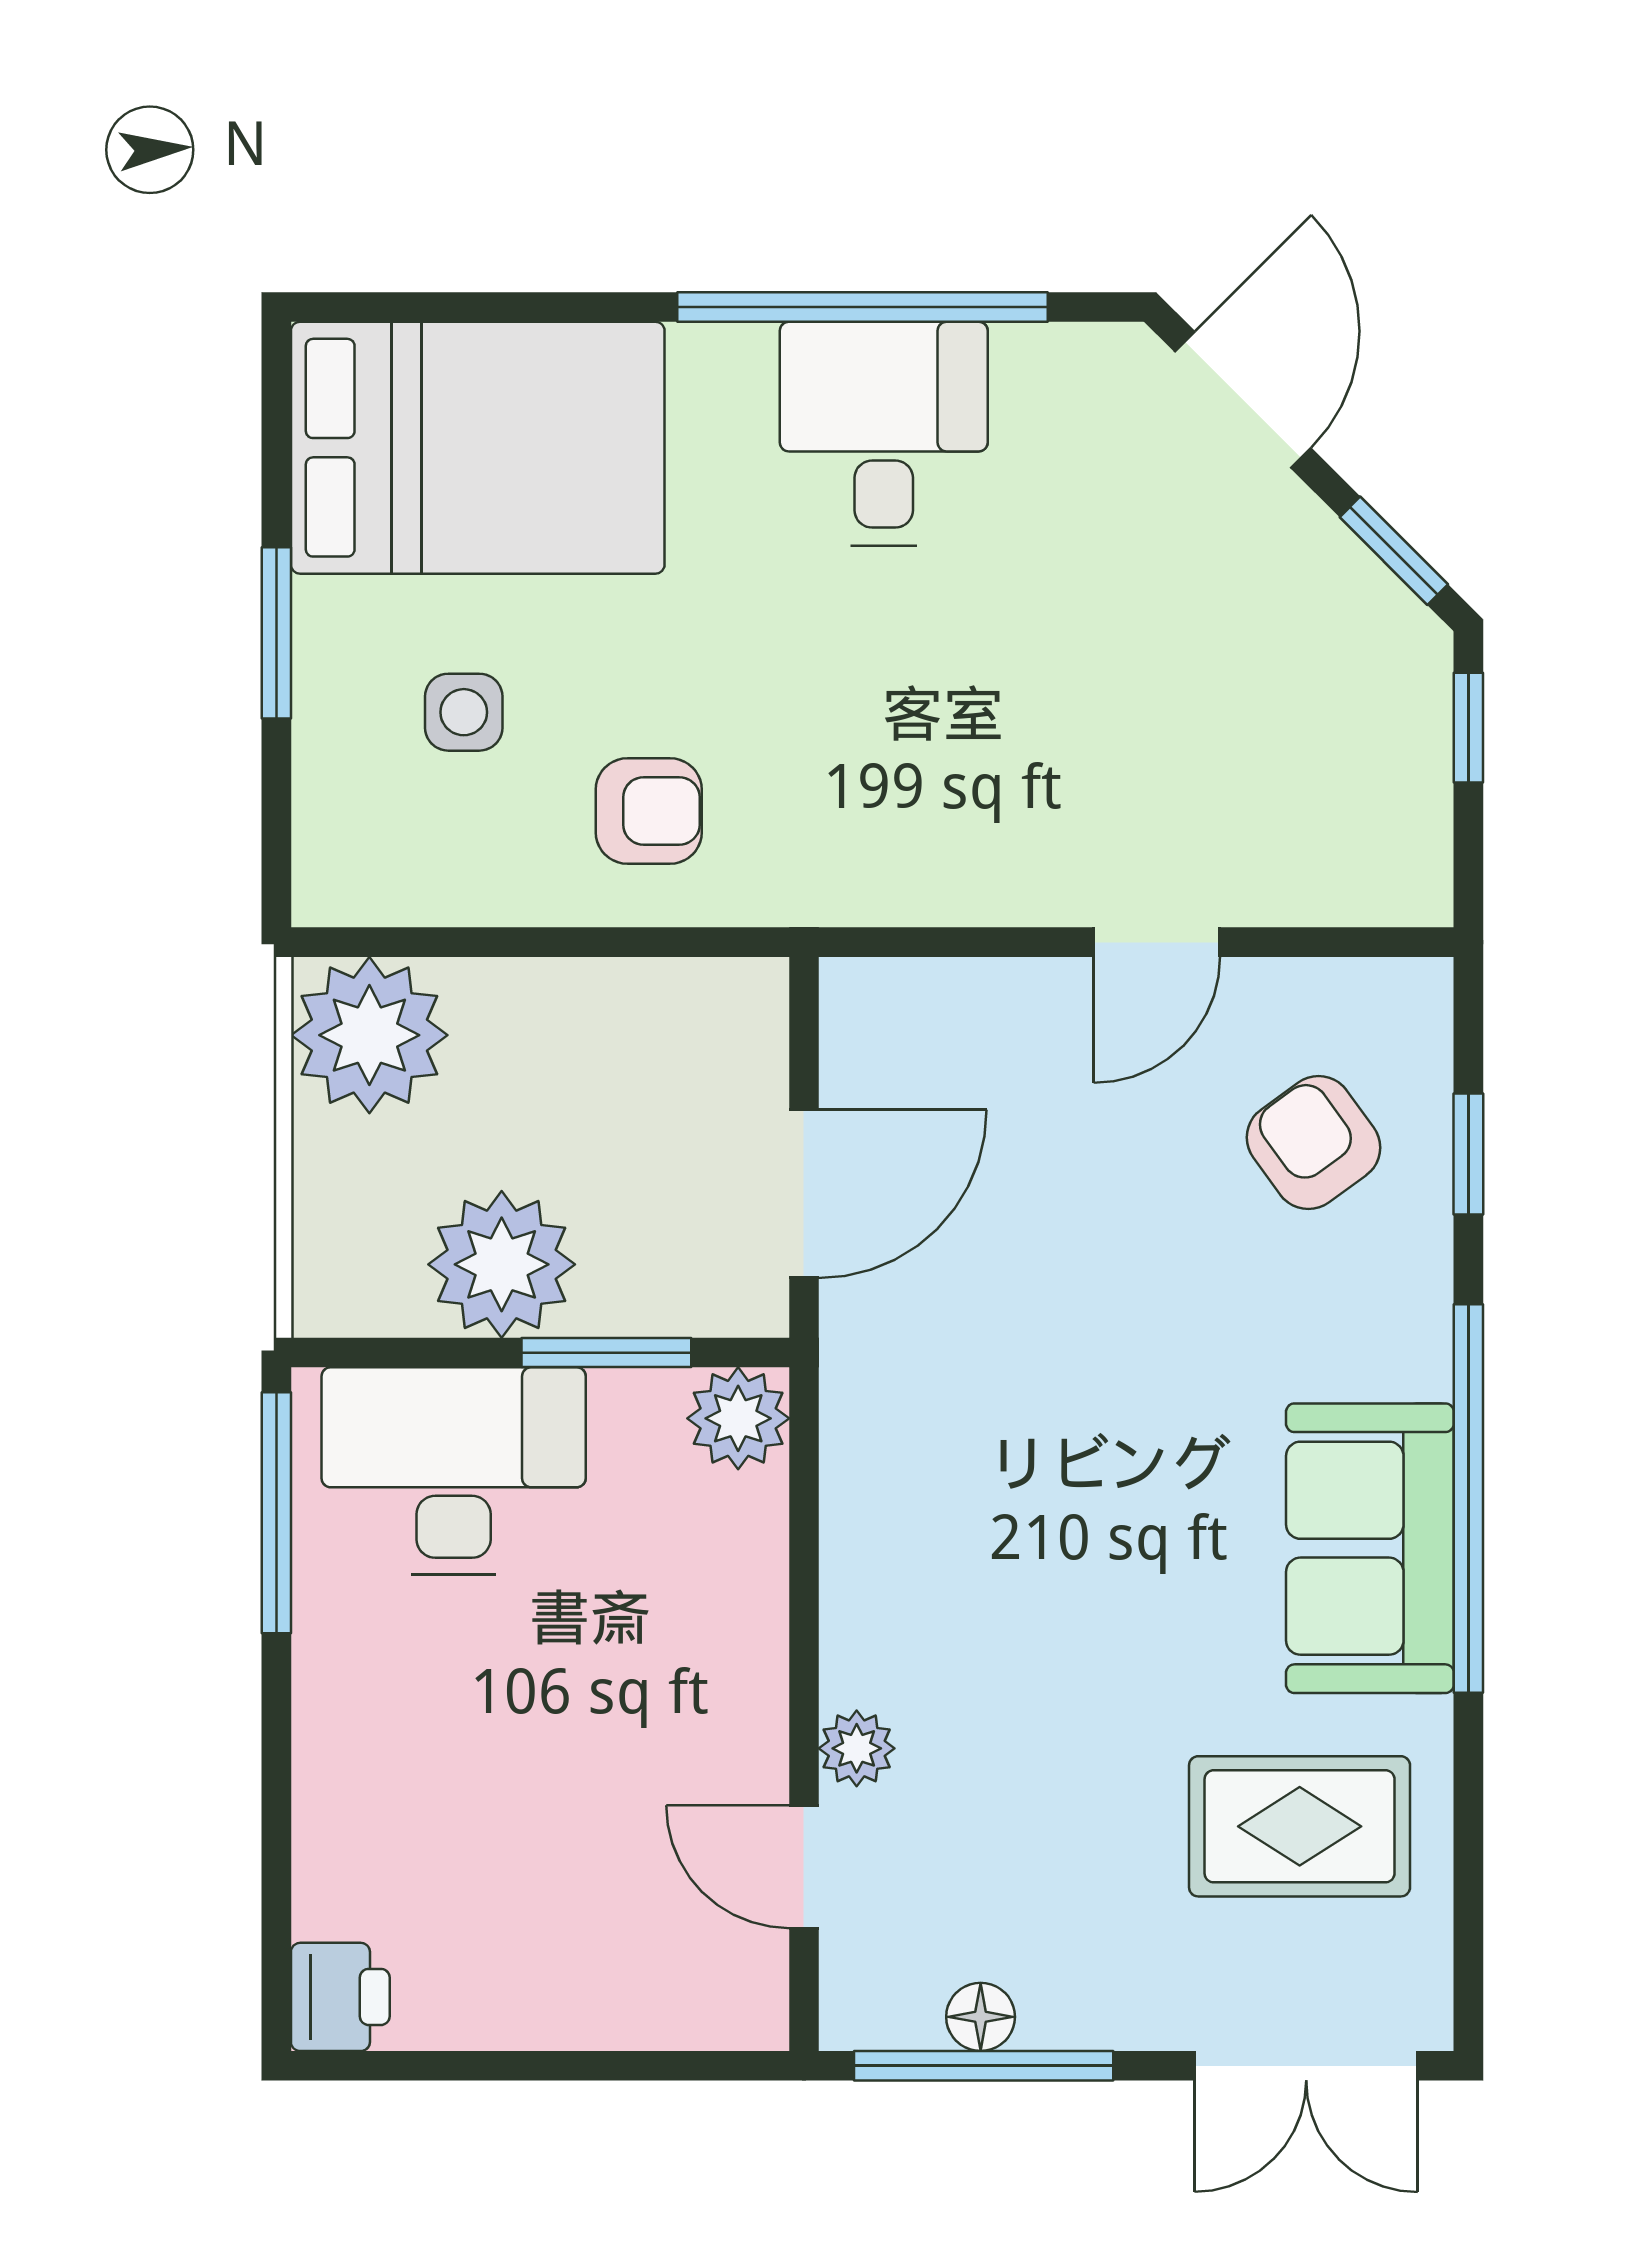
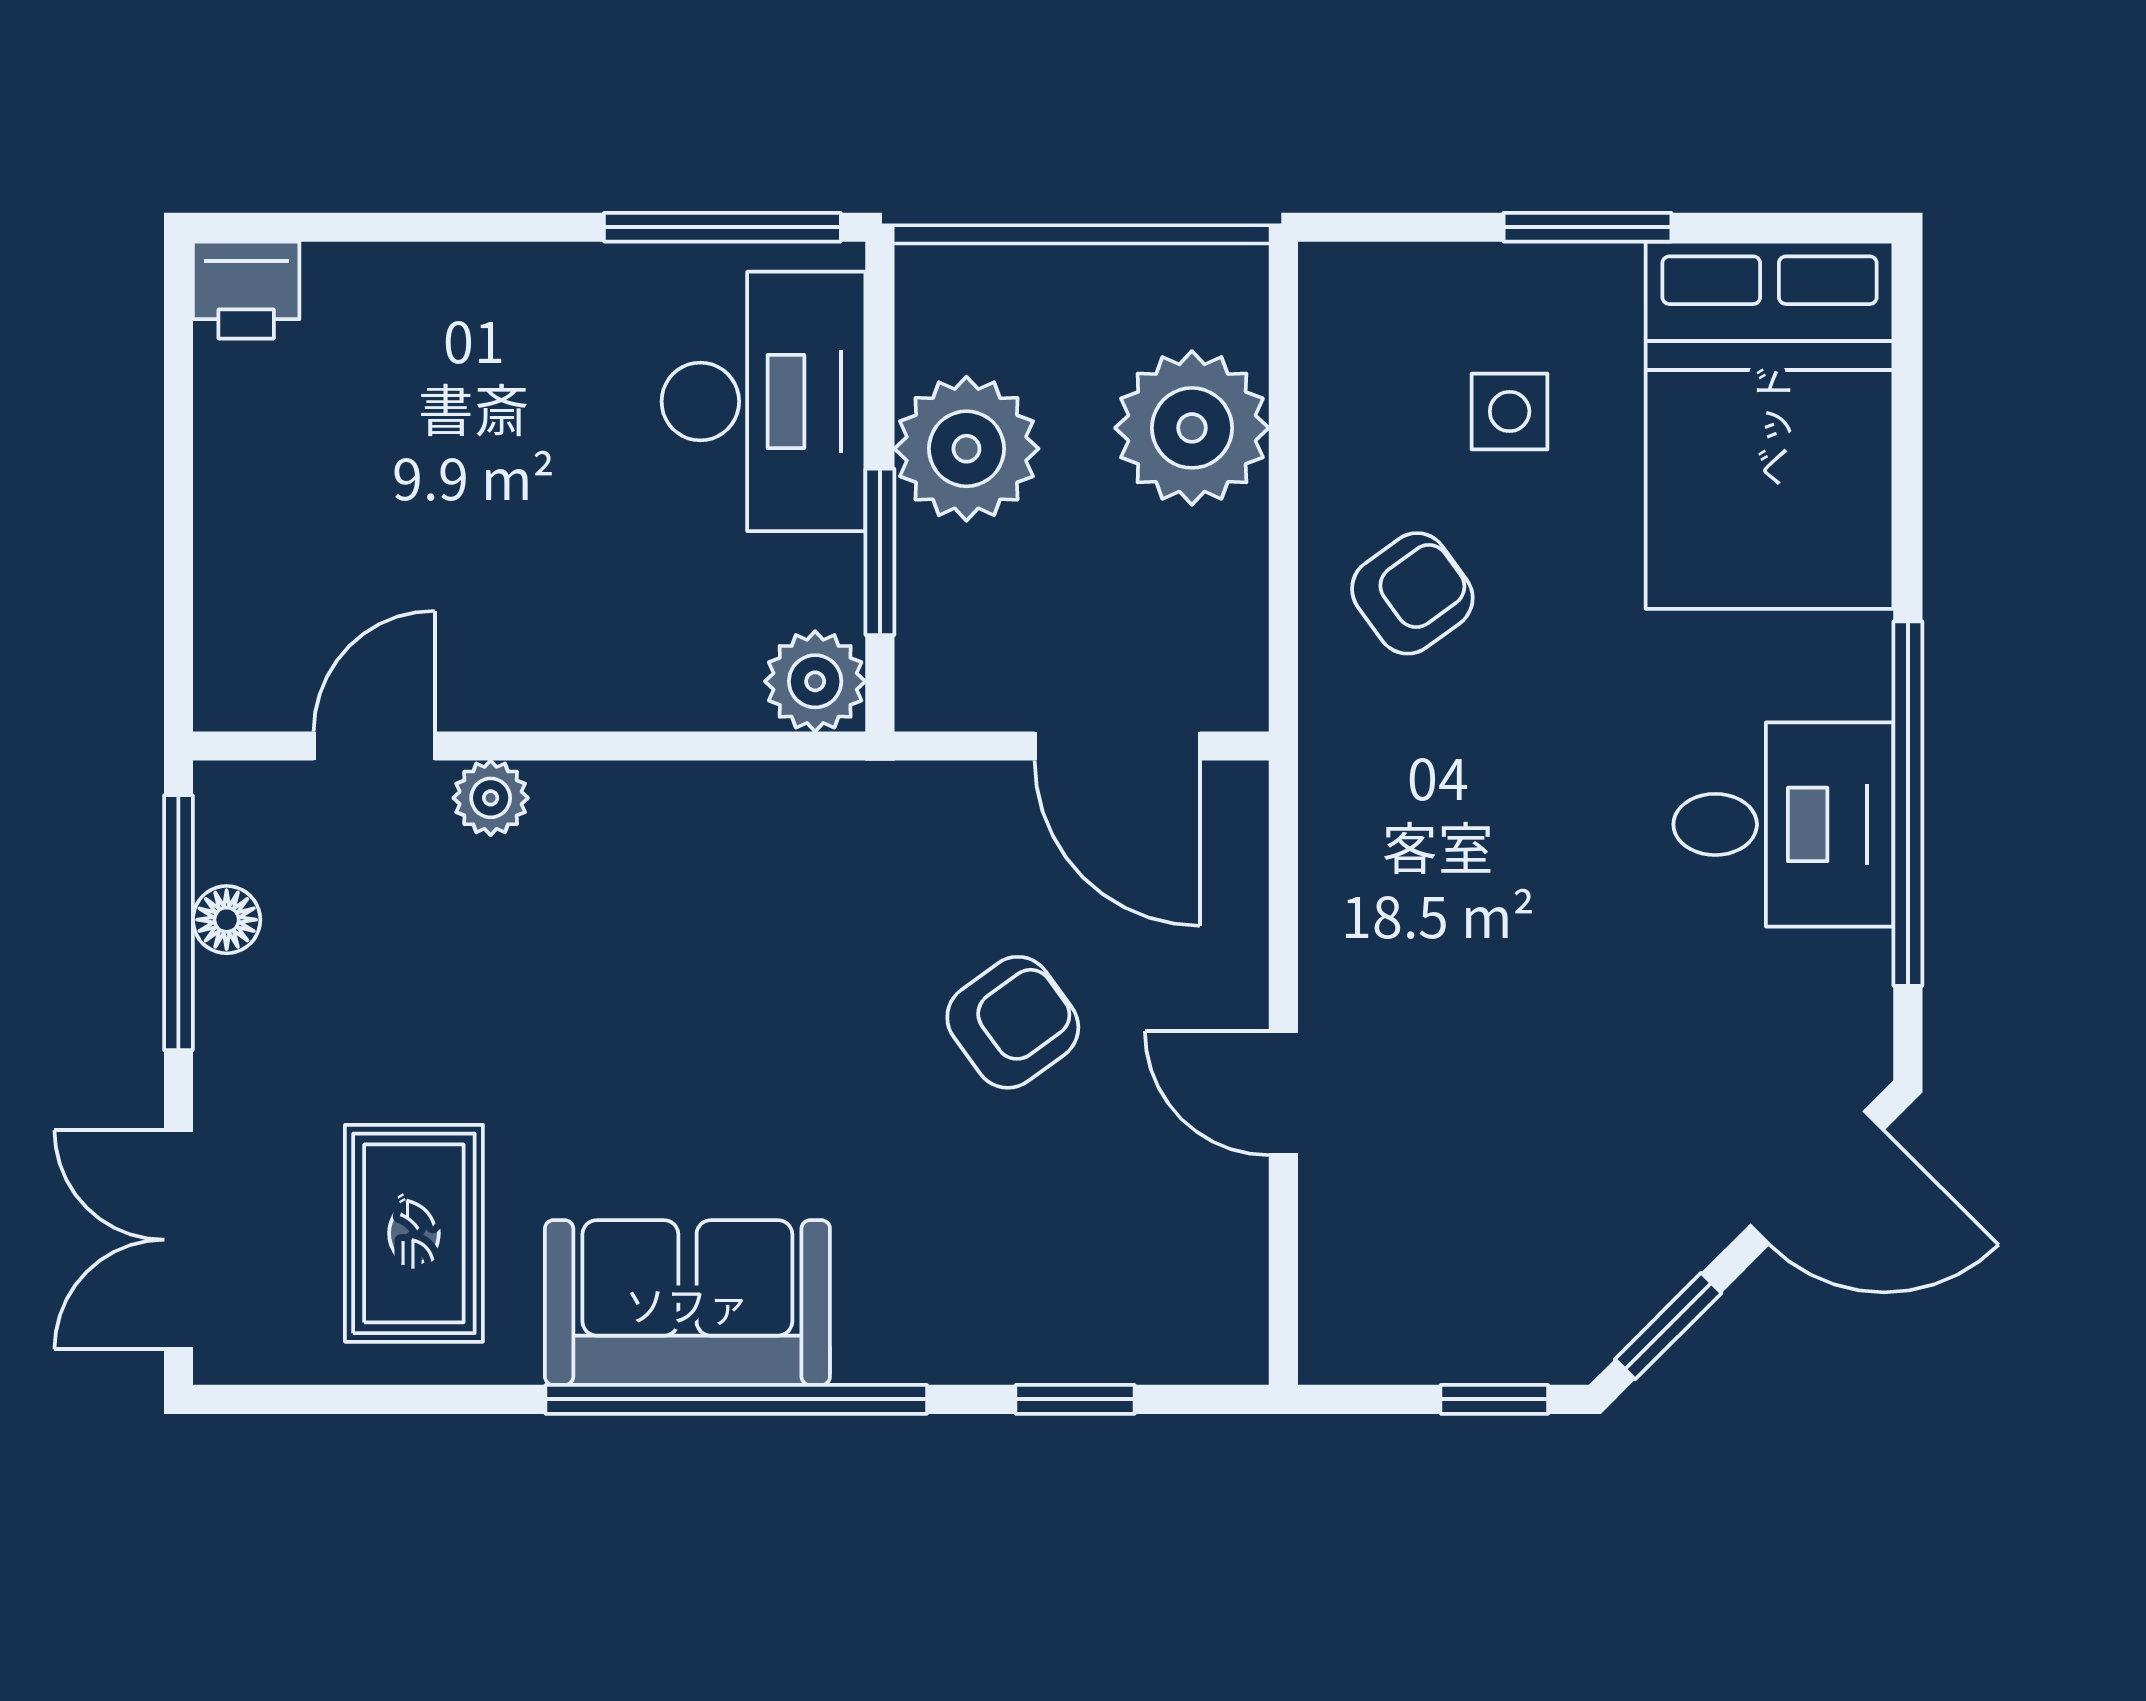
armchair: (649, 811) -> (1412, 593), turned -126
plant: (369, 1035) -> (1192, 428), moved
armchair: (1313, 1143) -> (1013, 1022), moved
door: (804, 1194) -> (1117, 746), moved

